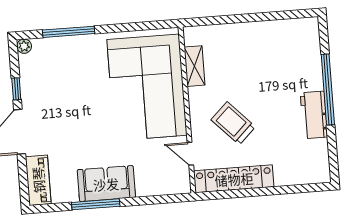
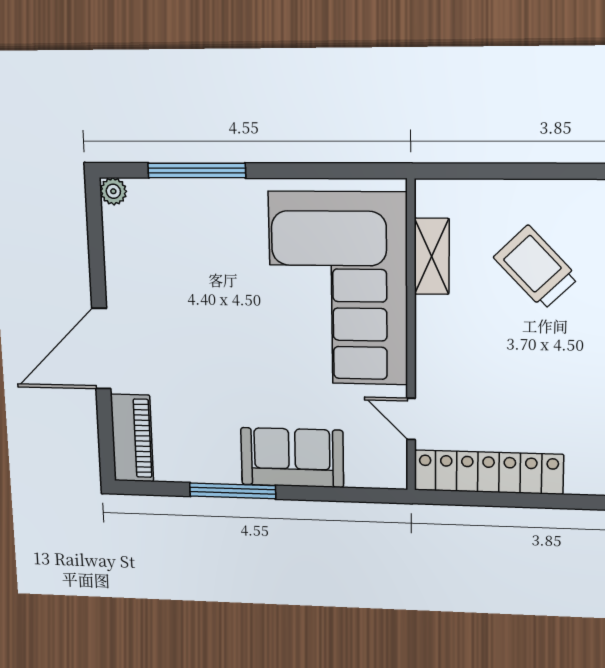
window: (16, 89) -> (97, 270), removed
trolley: (233, 123) -> (536, 268), moved
sofa: (106, 184) -> (292, 458), moved

